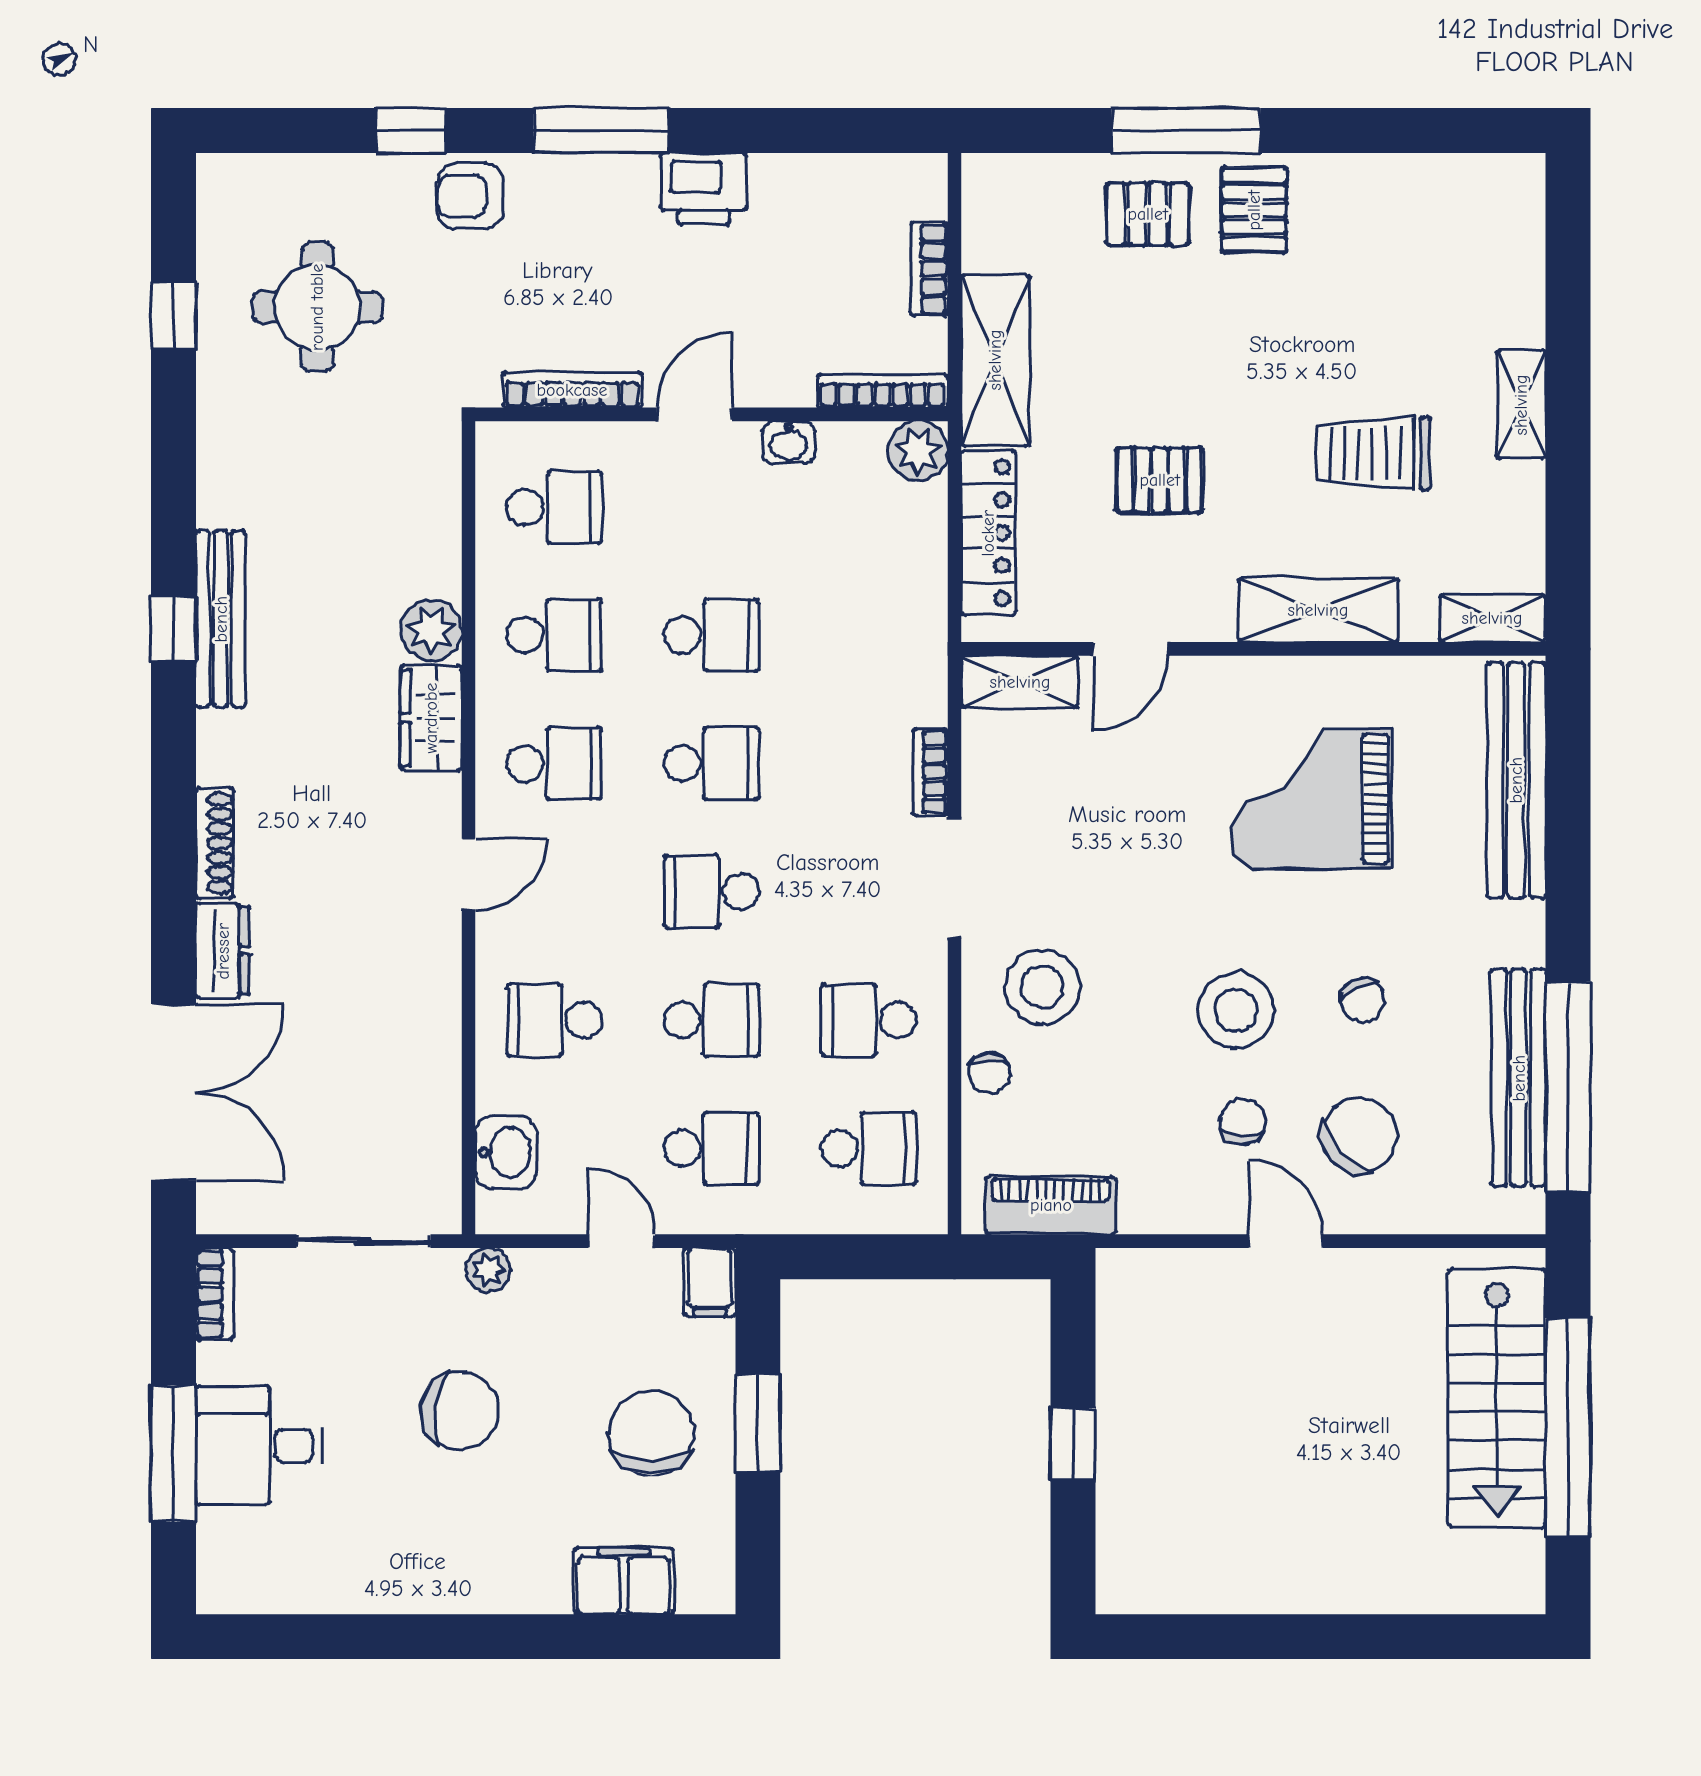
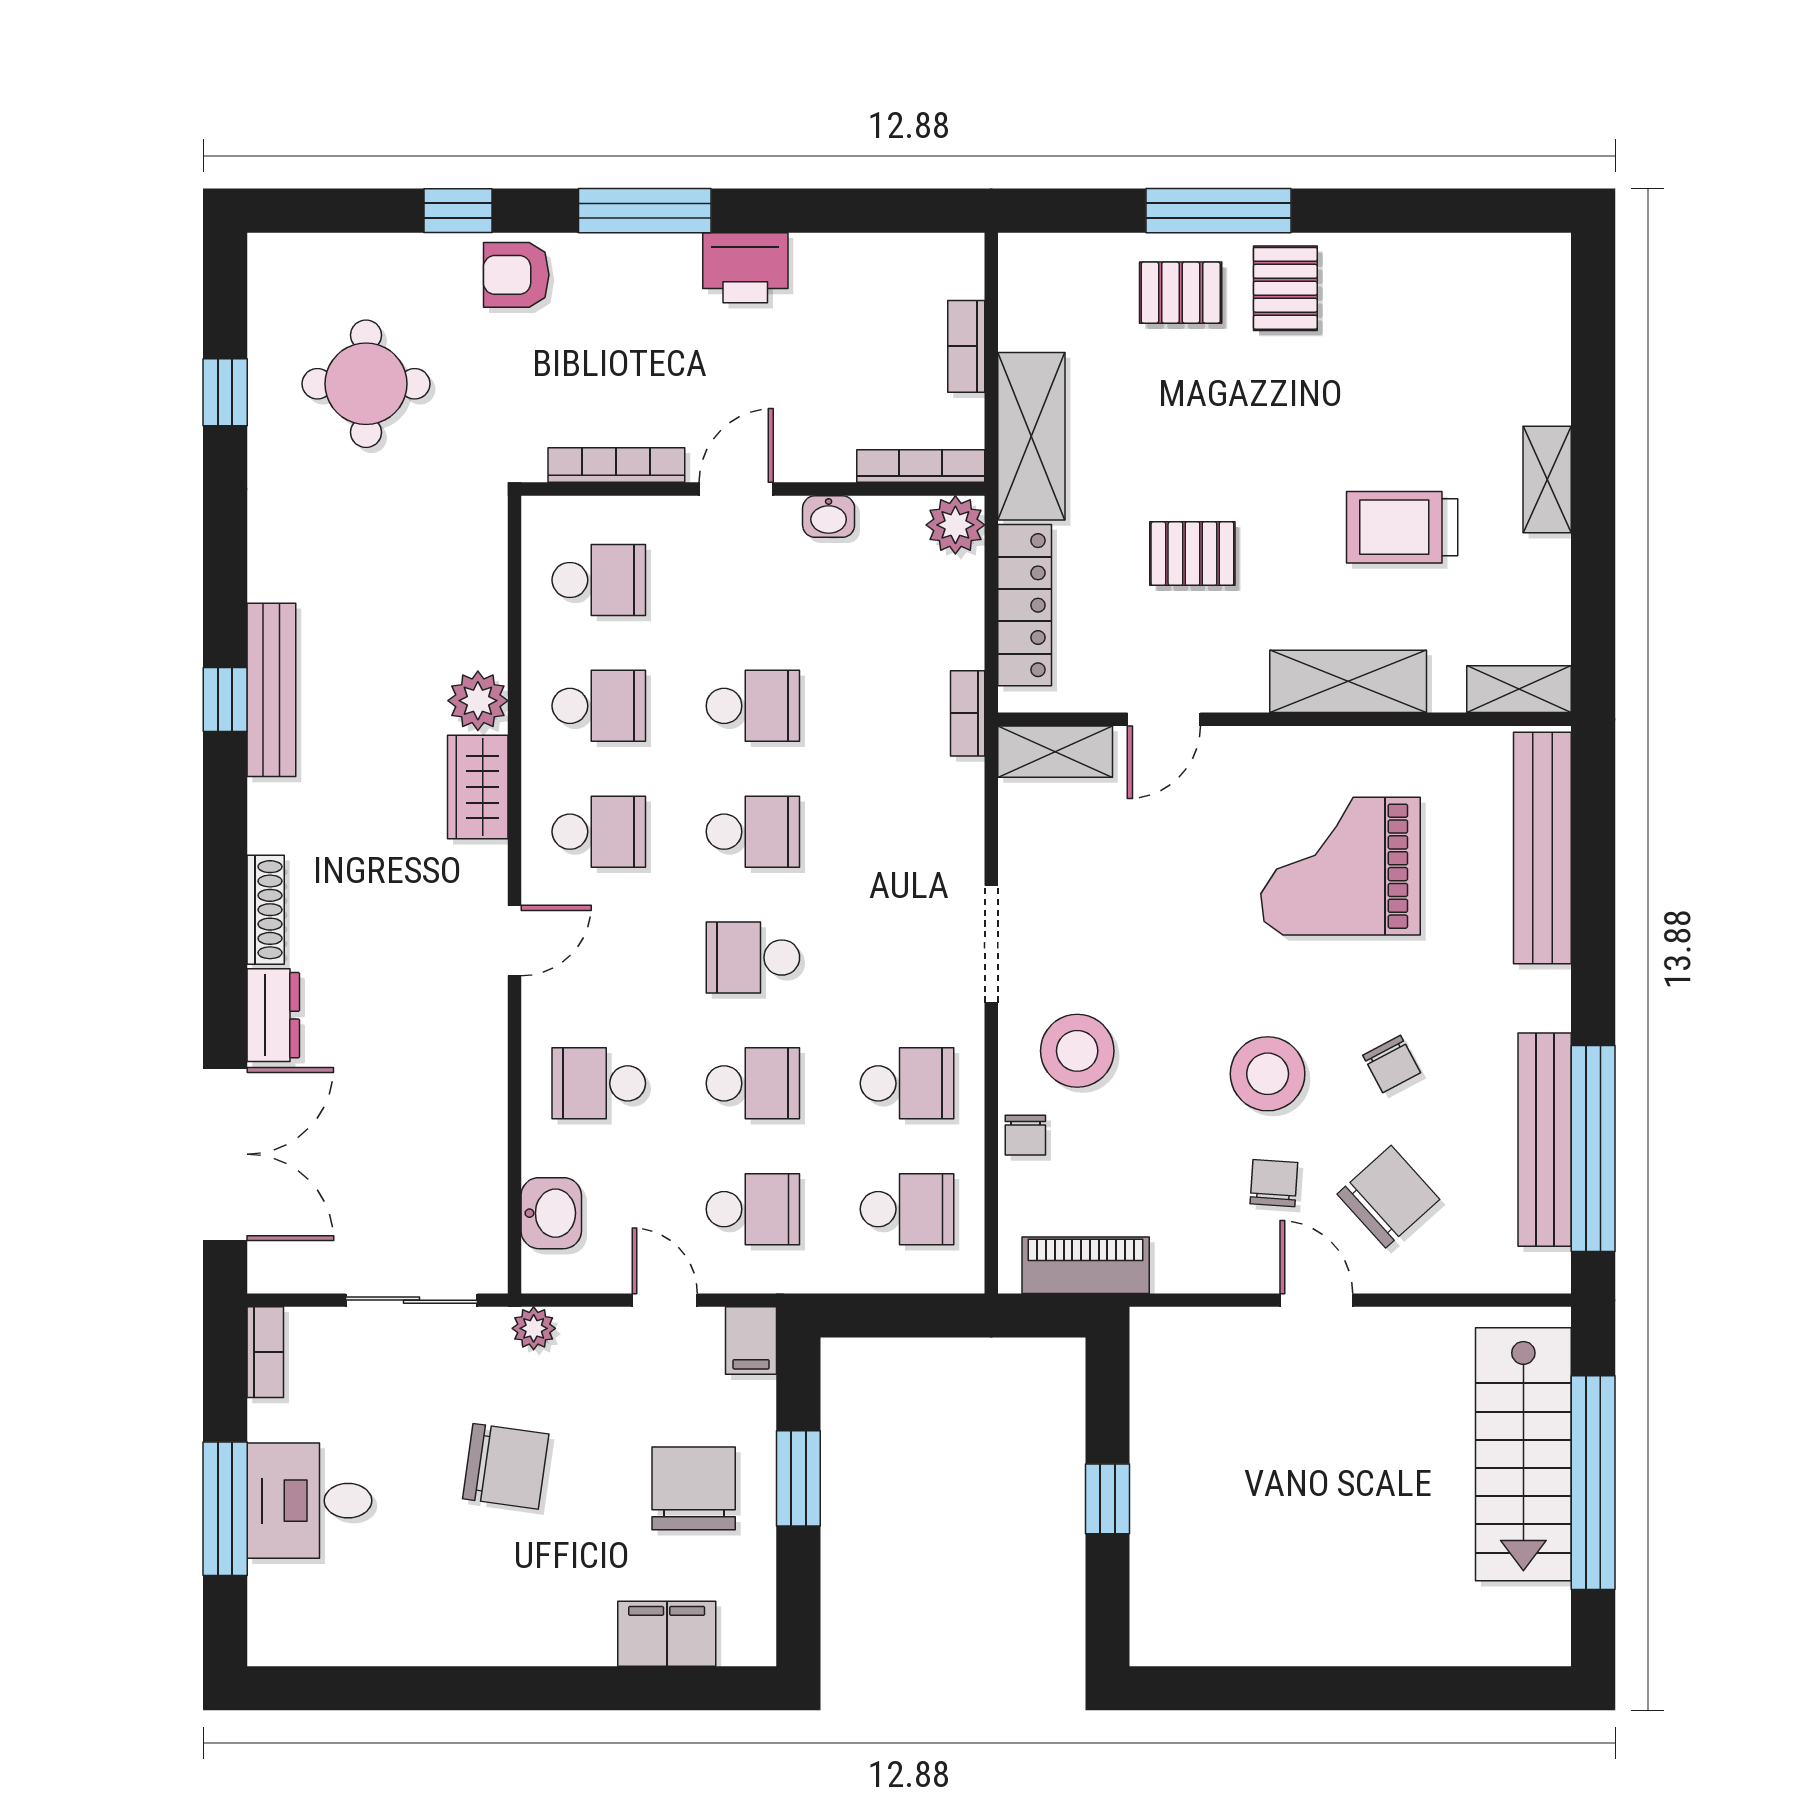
bookcase: (930, 772) -> (968, 713), moved
school desk: (869, 1020) -> (907, 1083), turned 180

